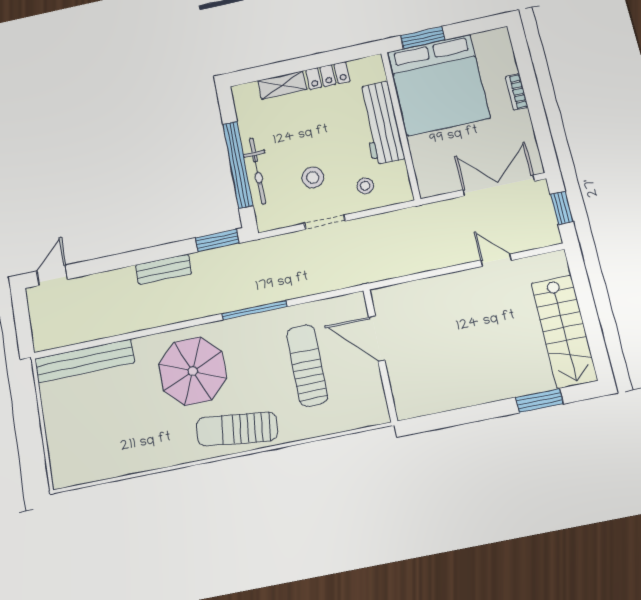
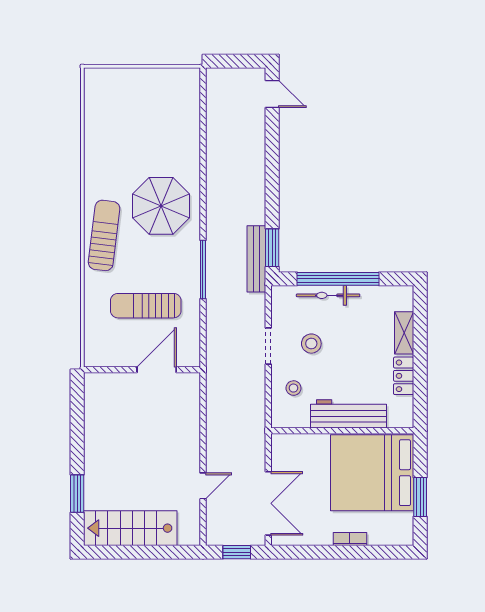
window: (423, 38) -> (420, 497), moved
bench: (163, 269) -> (256, 259), moved, width x1.36
bench: (85, 361) -> (189, 112), removed
sun lounger: (307, 365) -> (146, 306), turned 180

